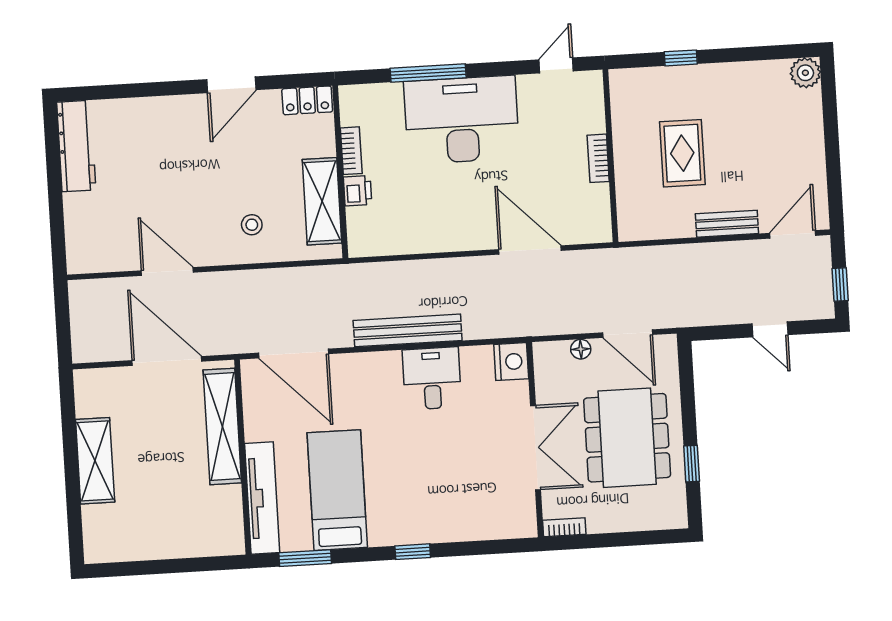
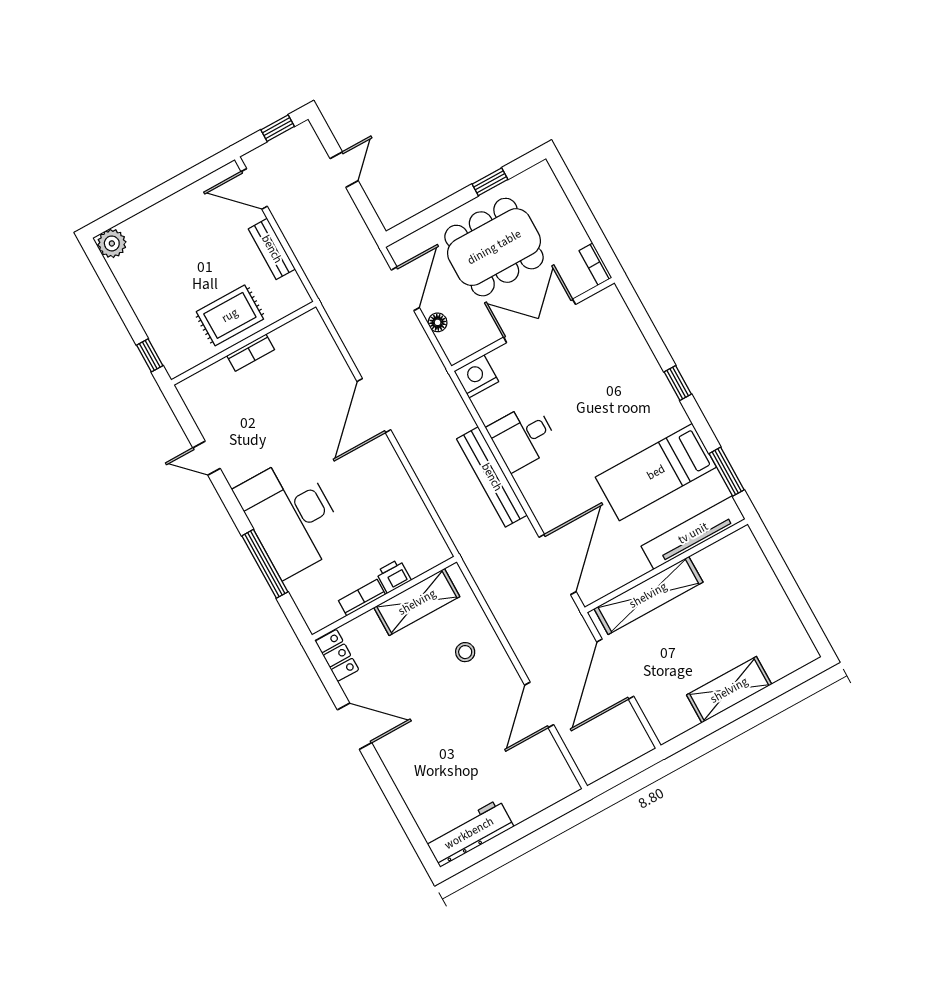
wall: (610, 156) -> (244, 343), moved
bookcase: (598, 158) -> (251, 353), moved

